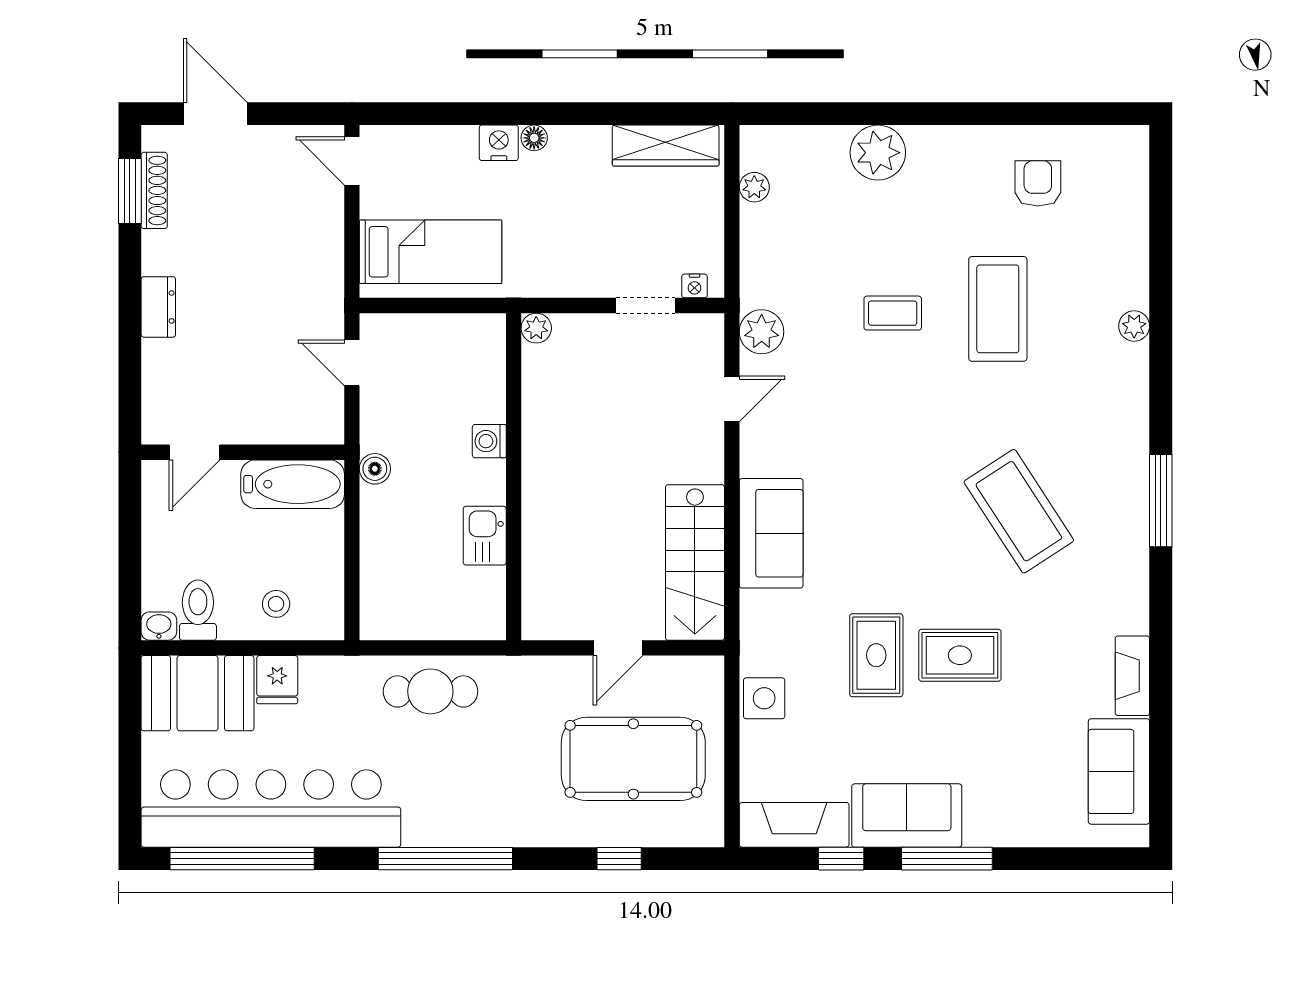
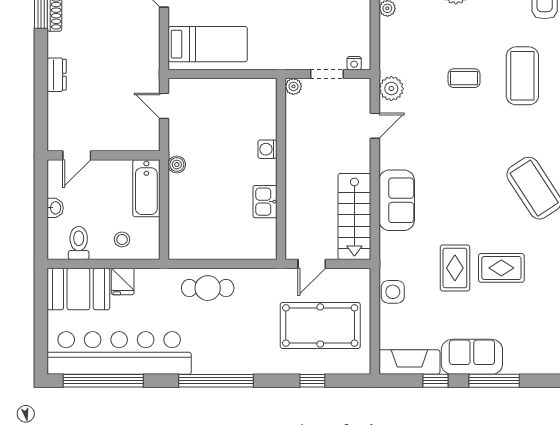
plant: (536, 328) -> (293, 86), moved
washing machine: (489, 441) -> (267, 149), moved
wall: (514, 477) -> (281, 169), moved
bathtub: (293, 484) -> (146, 188), moved, turned 90
kitchen sink: (485, 536) -> (265, 202), moved
washbasin: (159, 626) -> (55, 208), moved, turned 90

